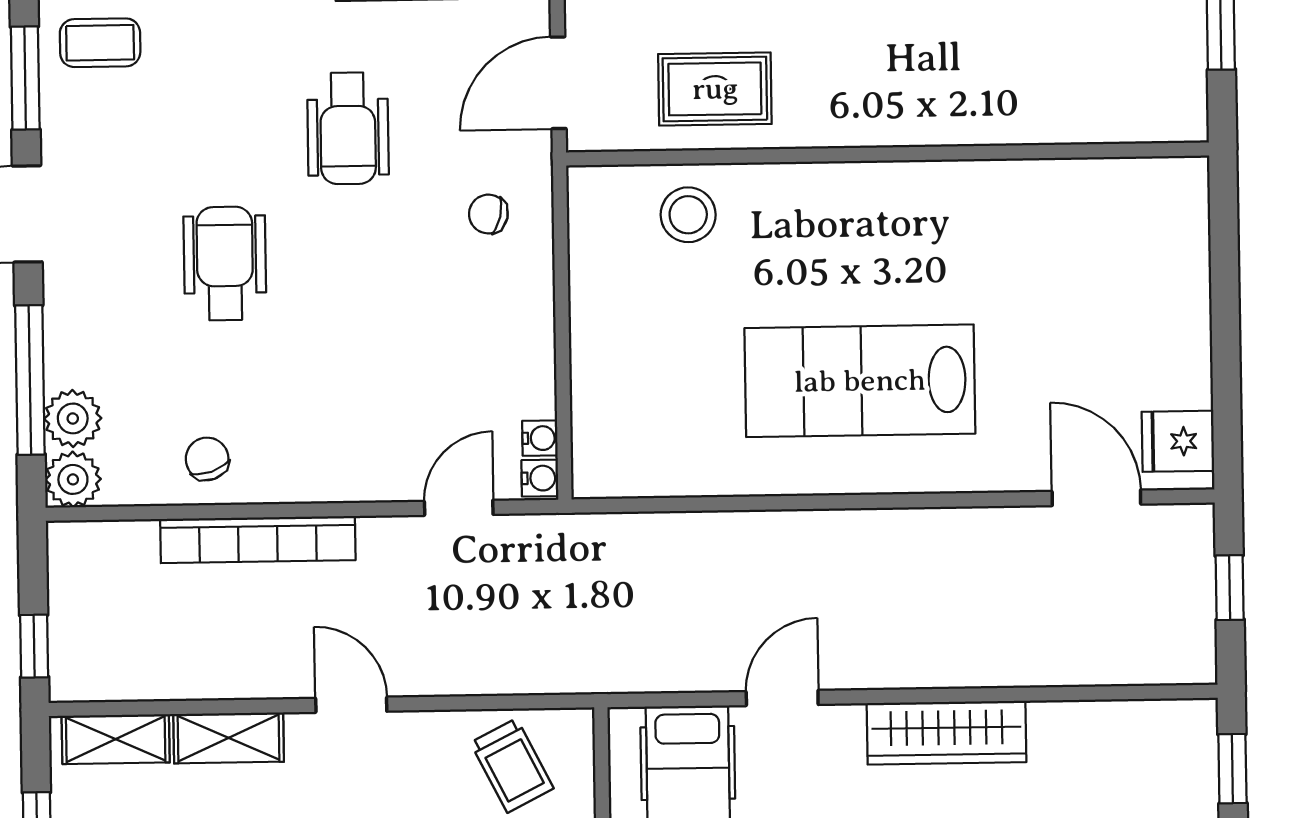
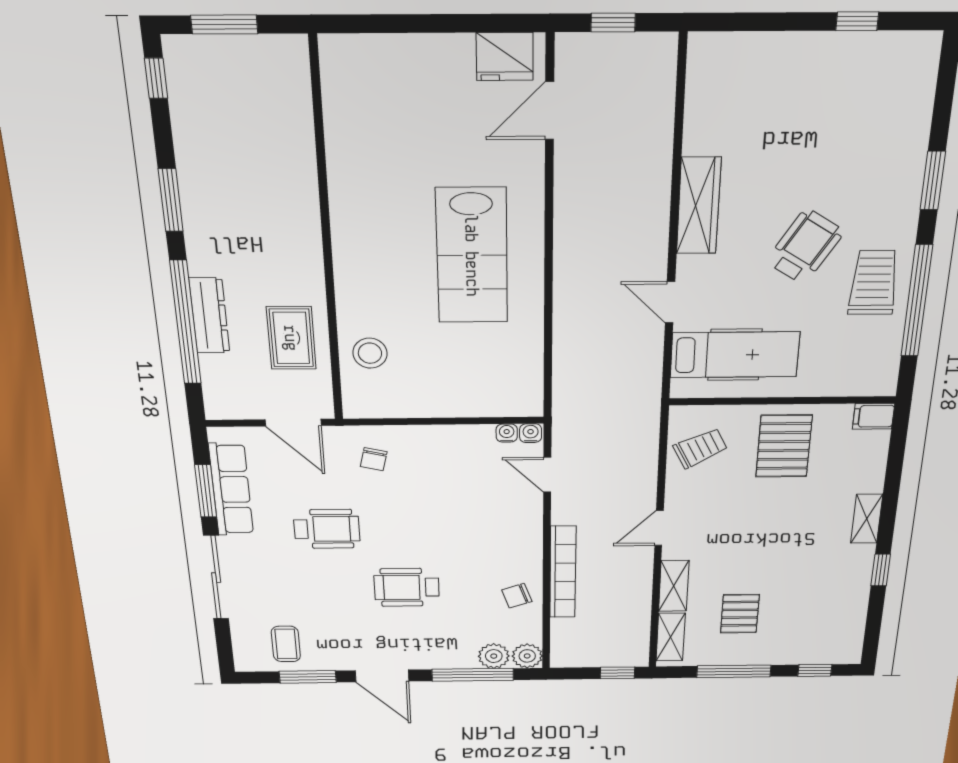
fridge: (1178, 441) -> (505, 57), width x1.38
window: (1232, 769) -> (737, 22), removed

